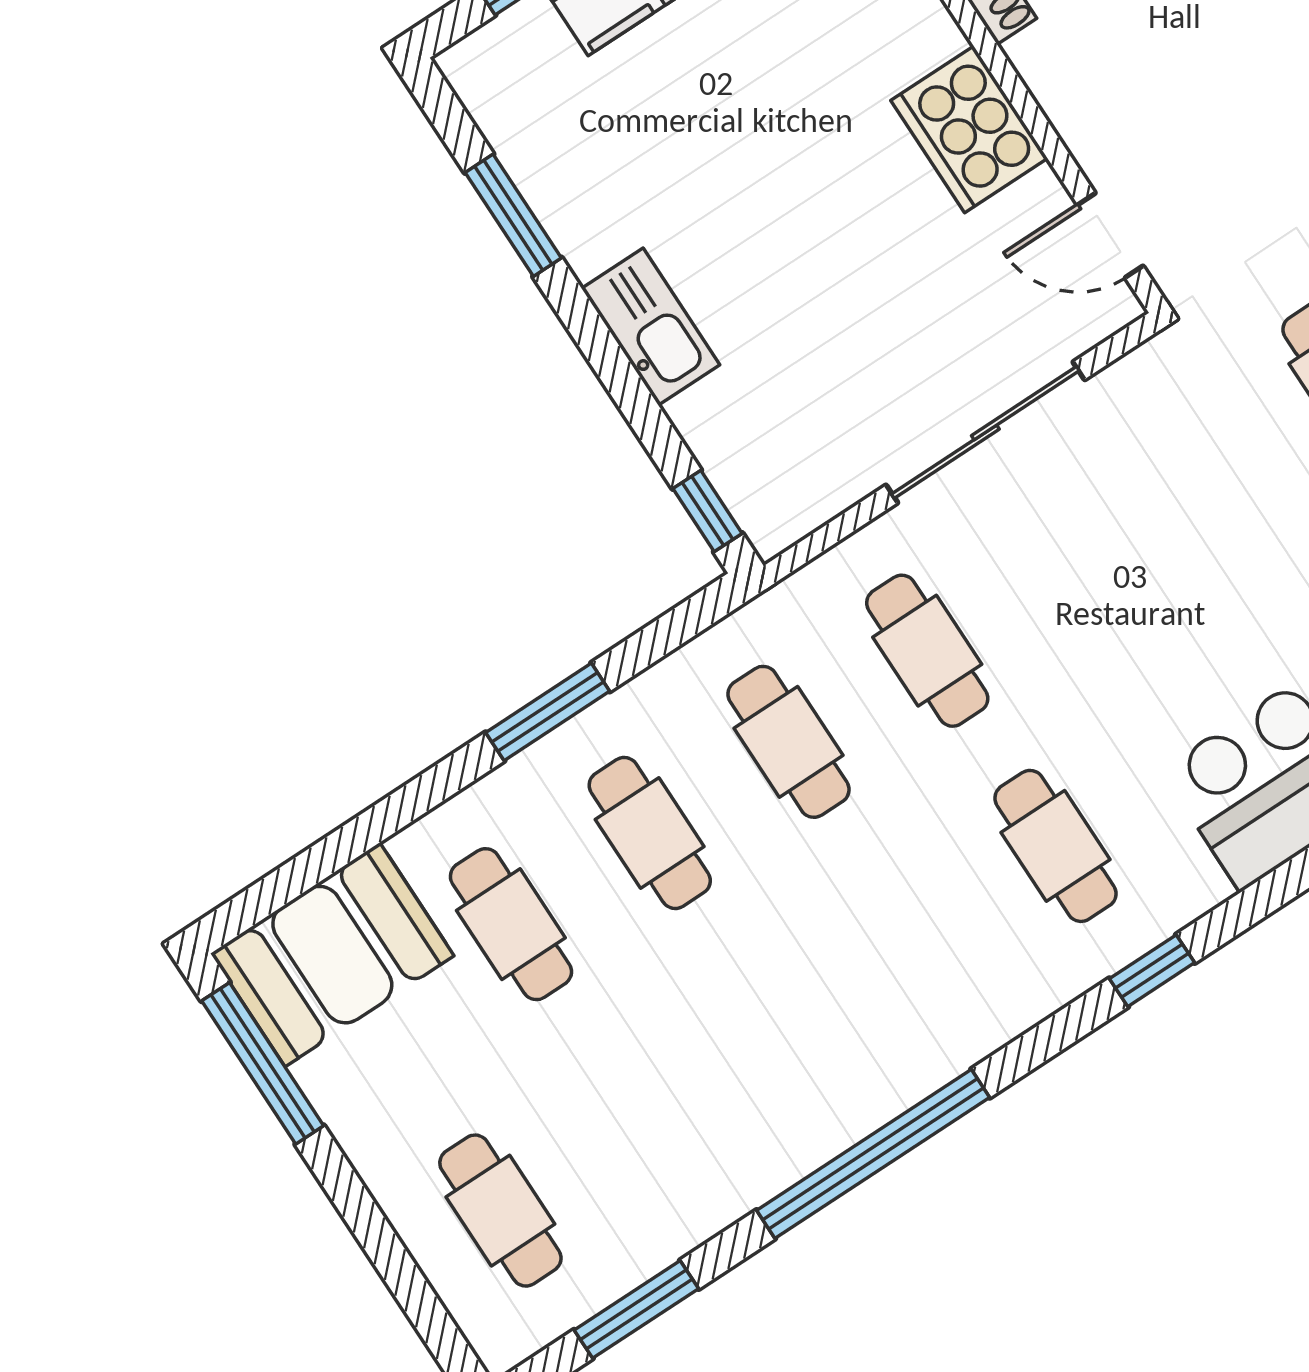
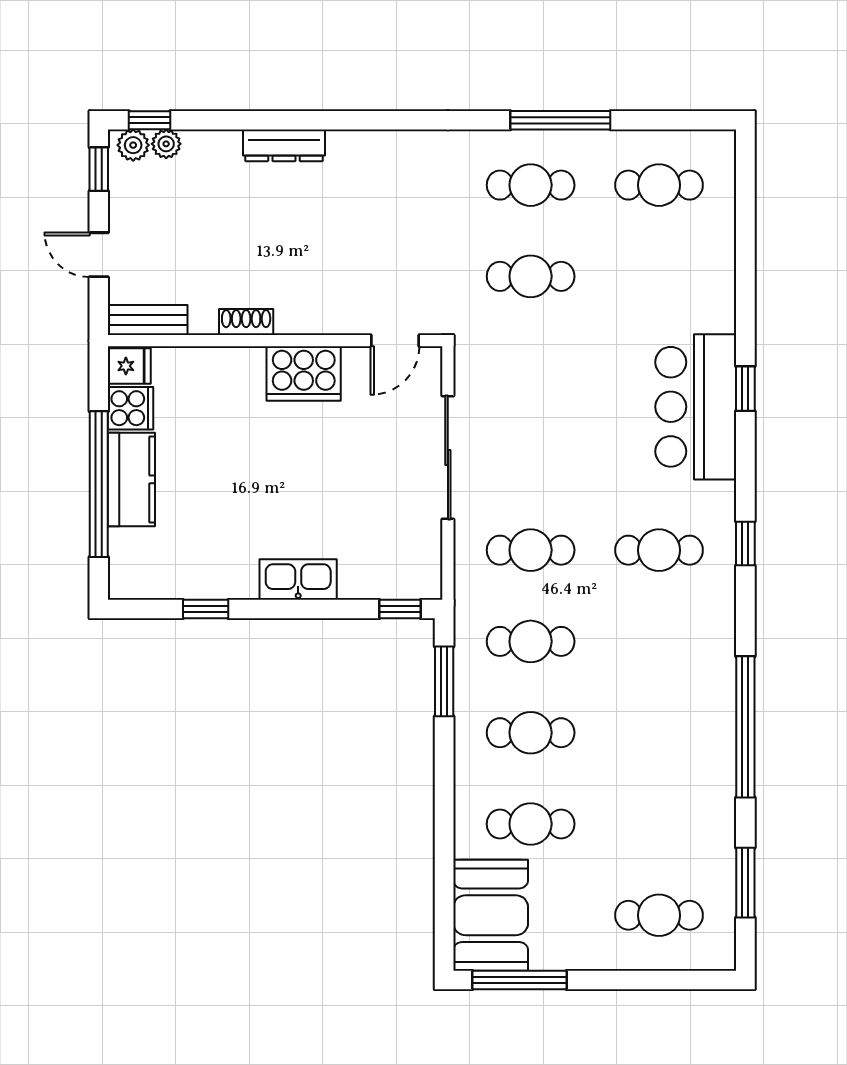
window: (513, 215) -> (206, 609), width x0.67
window: (548, 712) -> (444, 681), moved

